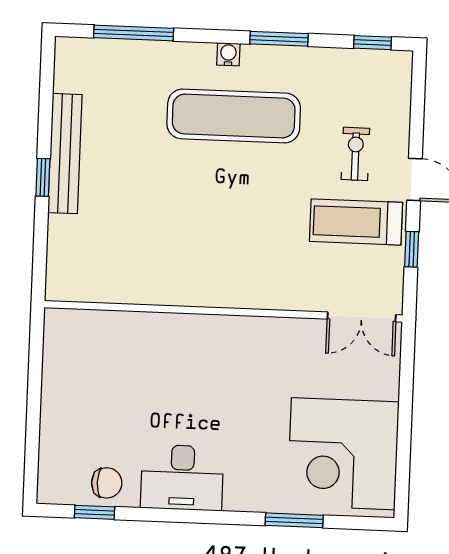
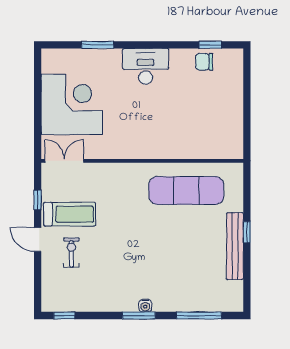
window: (279, 39) -> (139, 316), moved
exercise mat: (234, 116) -> (186, 191), moved
exercise bike: (355, 154) -> (71, 252), turned 180
corner desk: (343, 454) -> (72, 104), moved
desk: (182, 478) -> (146, 66), moved

